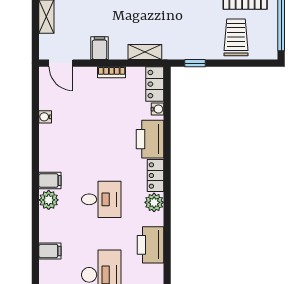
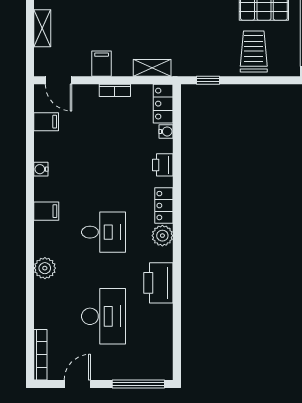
water cooler: (45, 117) -> (41, 169), moved
printer: (150, 139) -> (163, 165), width x0.53, depth x0.68
plant: (49, 200) -> (45, 268), moved
filing cabinet: (50, 251) -> (46, 122), moved

